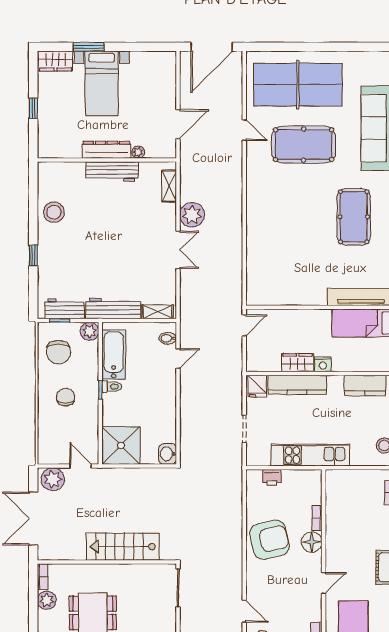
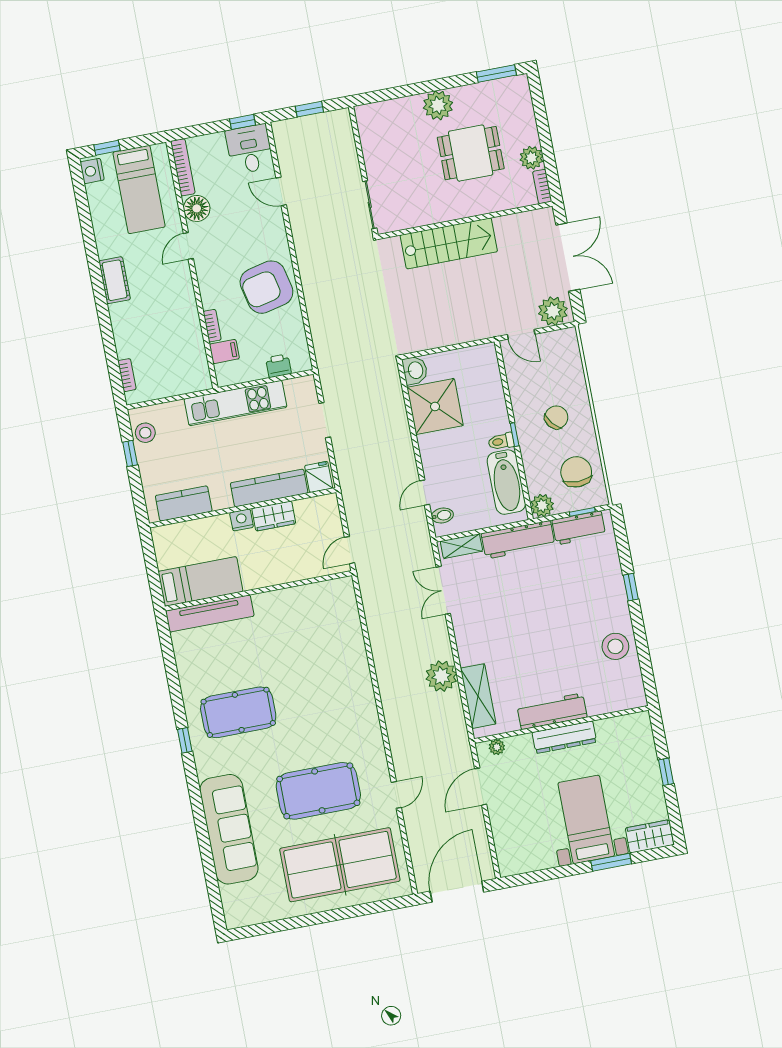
door: (244, 130) -> (396, 795), swing flipped
plant: (138, 152) -> (497, 747), moved
shelving: (169, 186) -> (478, 696), width x1.50, depth x1.33
pool table: (354, 217) -> (238, 712), turned 90
double door: (178, 250) -> (443, 590), moved
chair: (66, 397) -> (556, 417), turned -129
shower: (121, 445) -> (435, 406), moved
filing cabinet: (311, 496) -> (224, 351), added
floor lamp: (312, 542) -> (197, 208), moved

